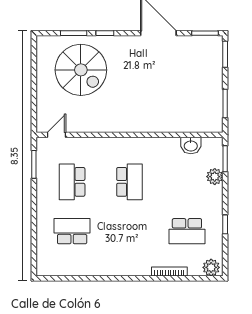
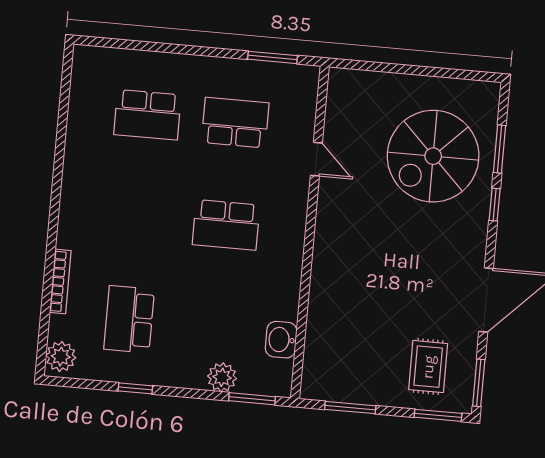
rug: (198, 62) -> (428, 367), added
door: (56, 135) -> (316, 159), moved
school desk: (72, 231) -> (147, 115), turned 90

